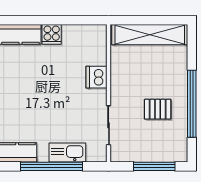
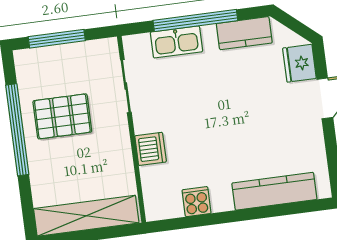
cooker: (52, 34) -> (197, 202), moved
pallet: (158, 109) -> (62, 116), width x1.50, depth x1.42

